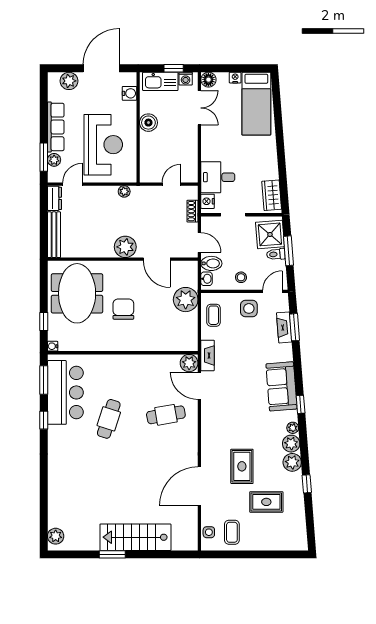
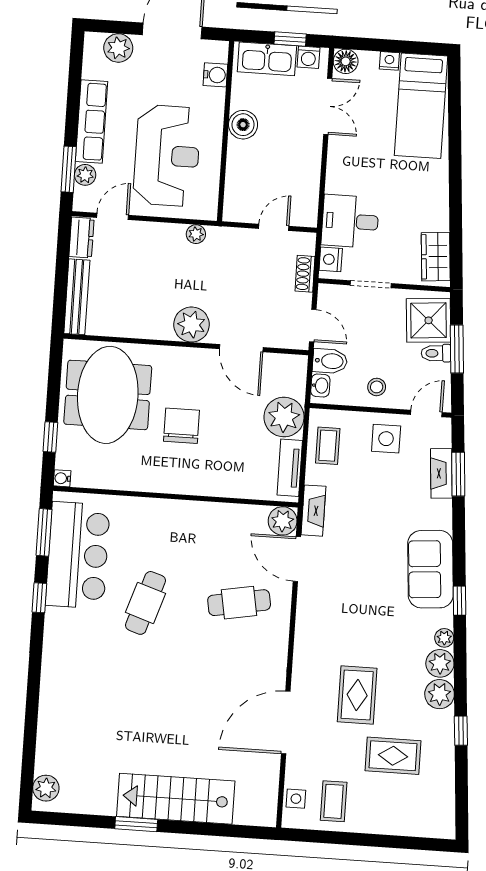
tv unit: (191, 330) -> (290, 468), added

